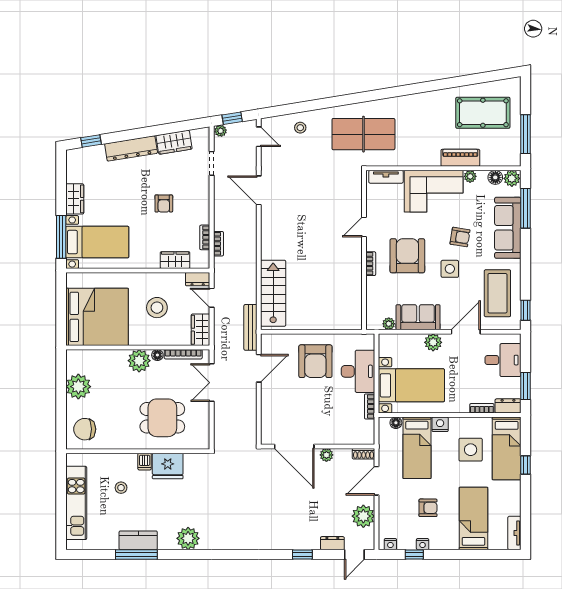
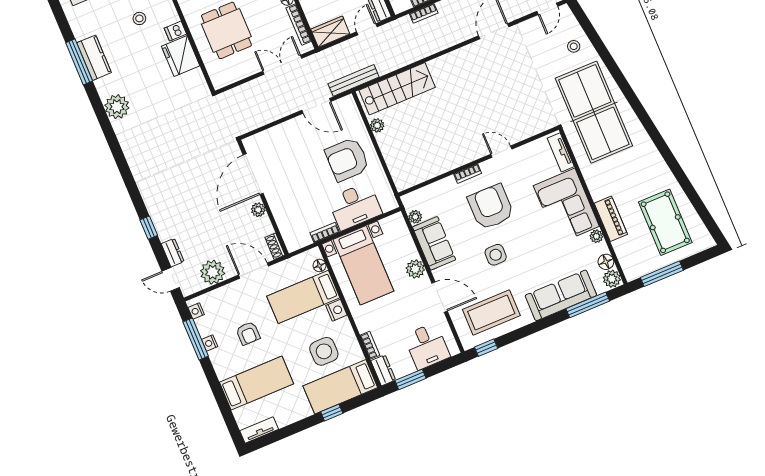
table tennis table: (363, 134) -> (594, 112), width x1.36, depth x1.32
armchair: (460, 237) -> (532, 252), removed
armchair: (407, 256) -> (491, 207), turned -90
plant: (297, 323) -> (377, 125), added
window: (414, 555) -> (196, 339), width x2.17

